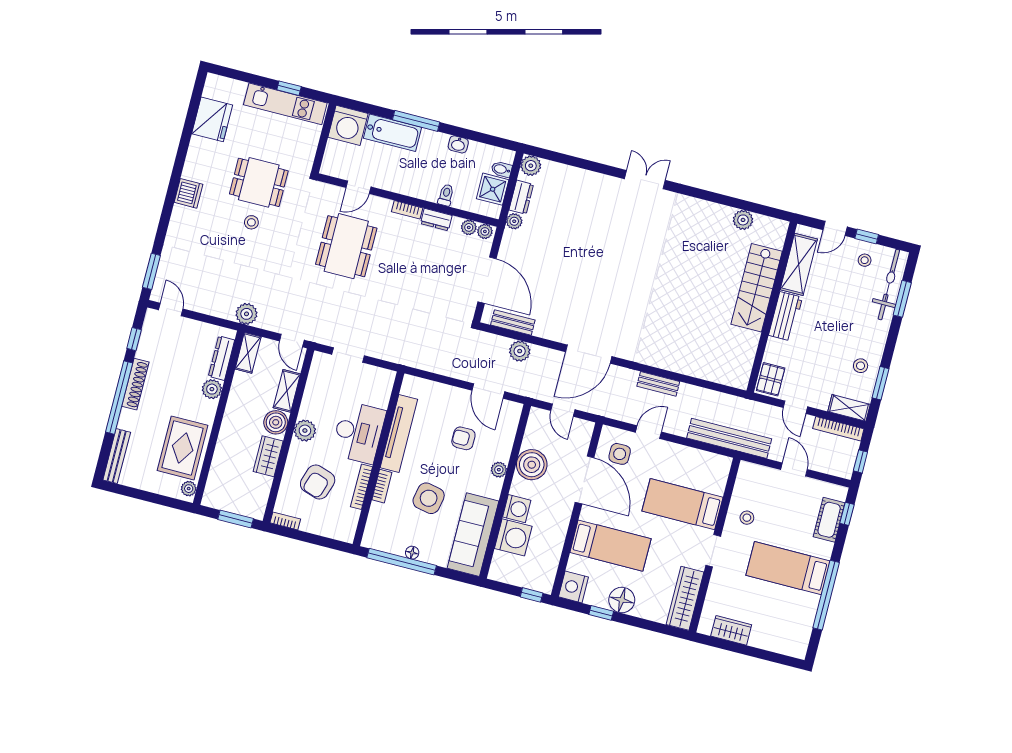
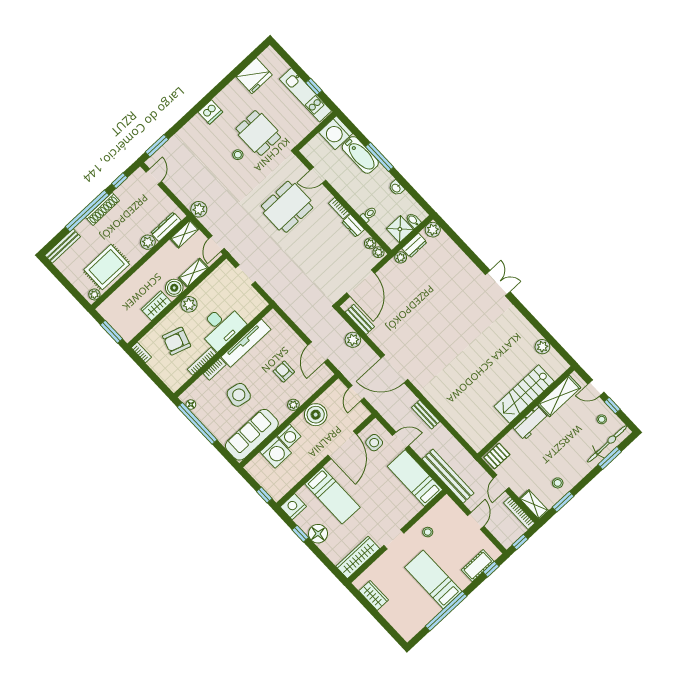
bed: (682, 504) -> (415, 478), moved
floor lamp: (412, 553) -> (191, 404), moved

